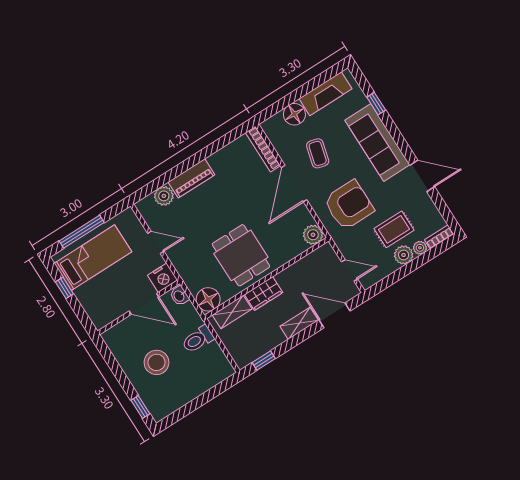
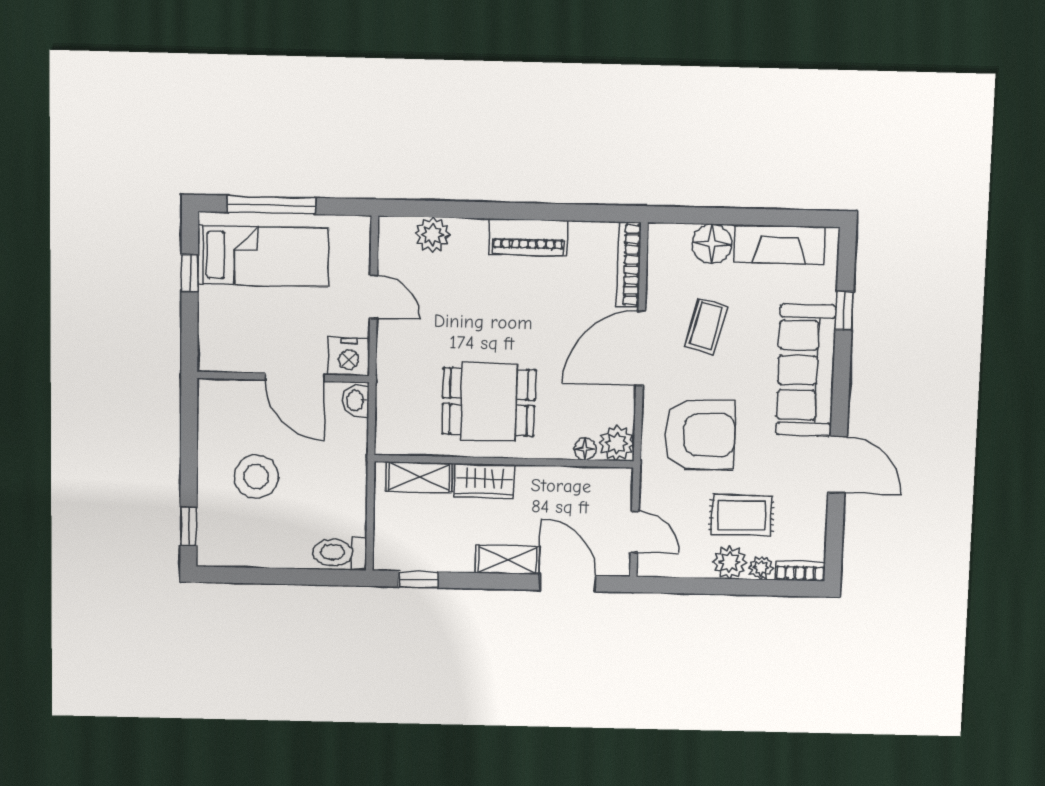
piano: (191, 178) -> (528, 237), moved
dining table: (241, 255) -> (489, 402), turned 90
floor lamp: (208, 299) -> (585, 449), moved, width x0.53, depth x0.53
toilet: (198, 339) -> (340, 553), moved

